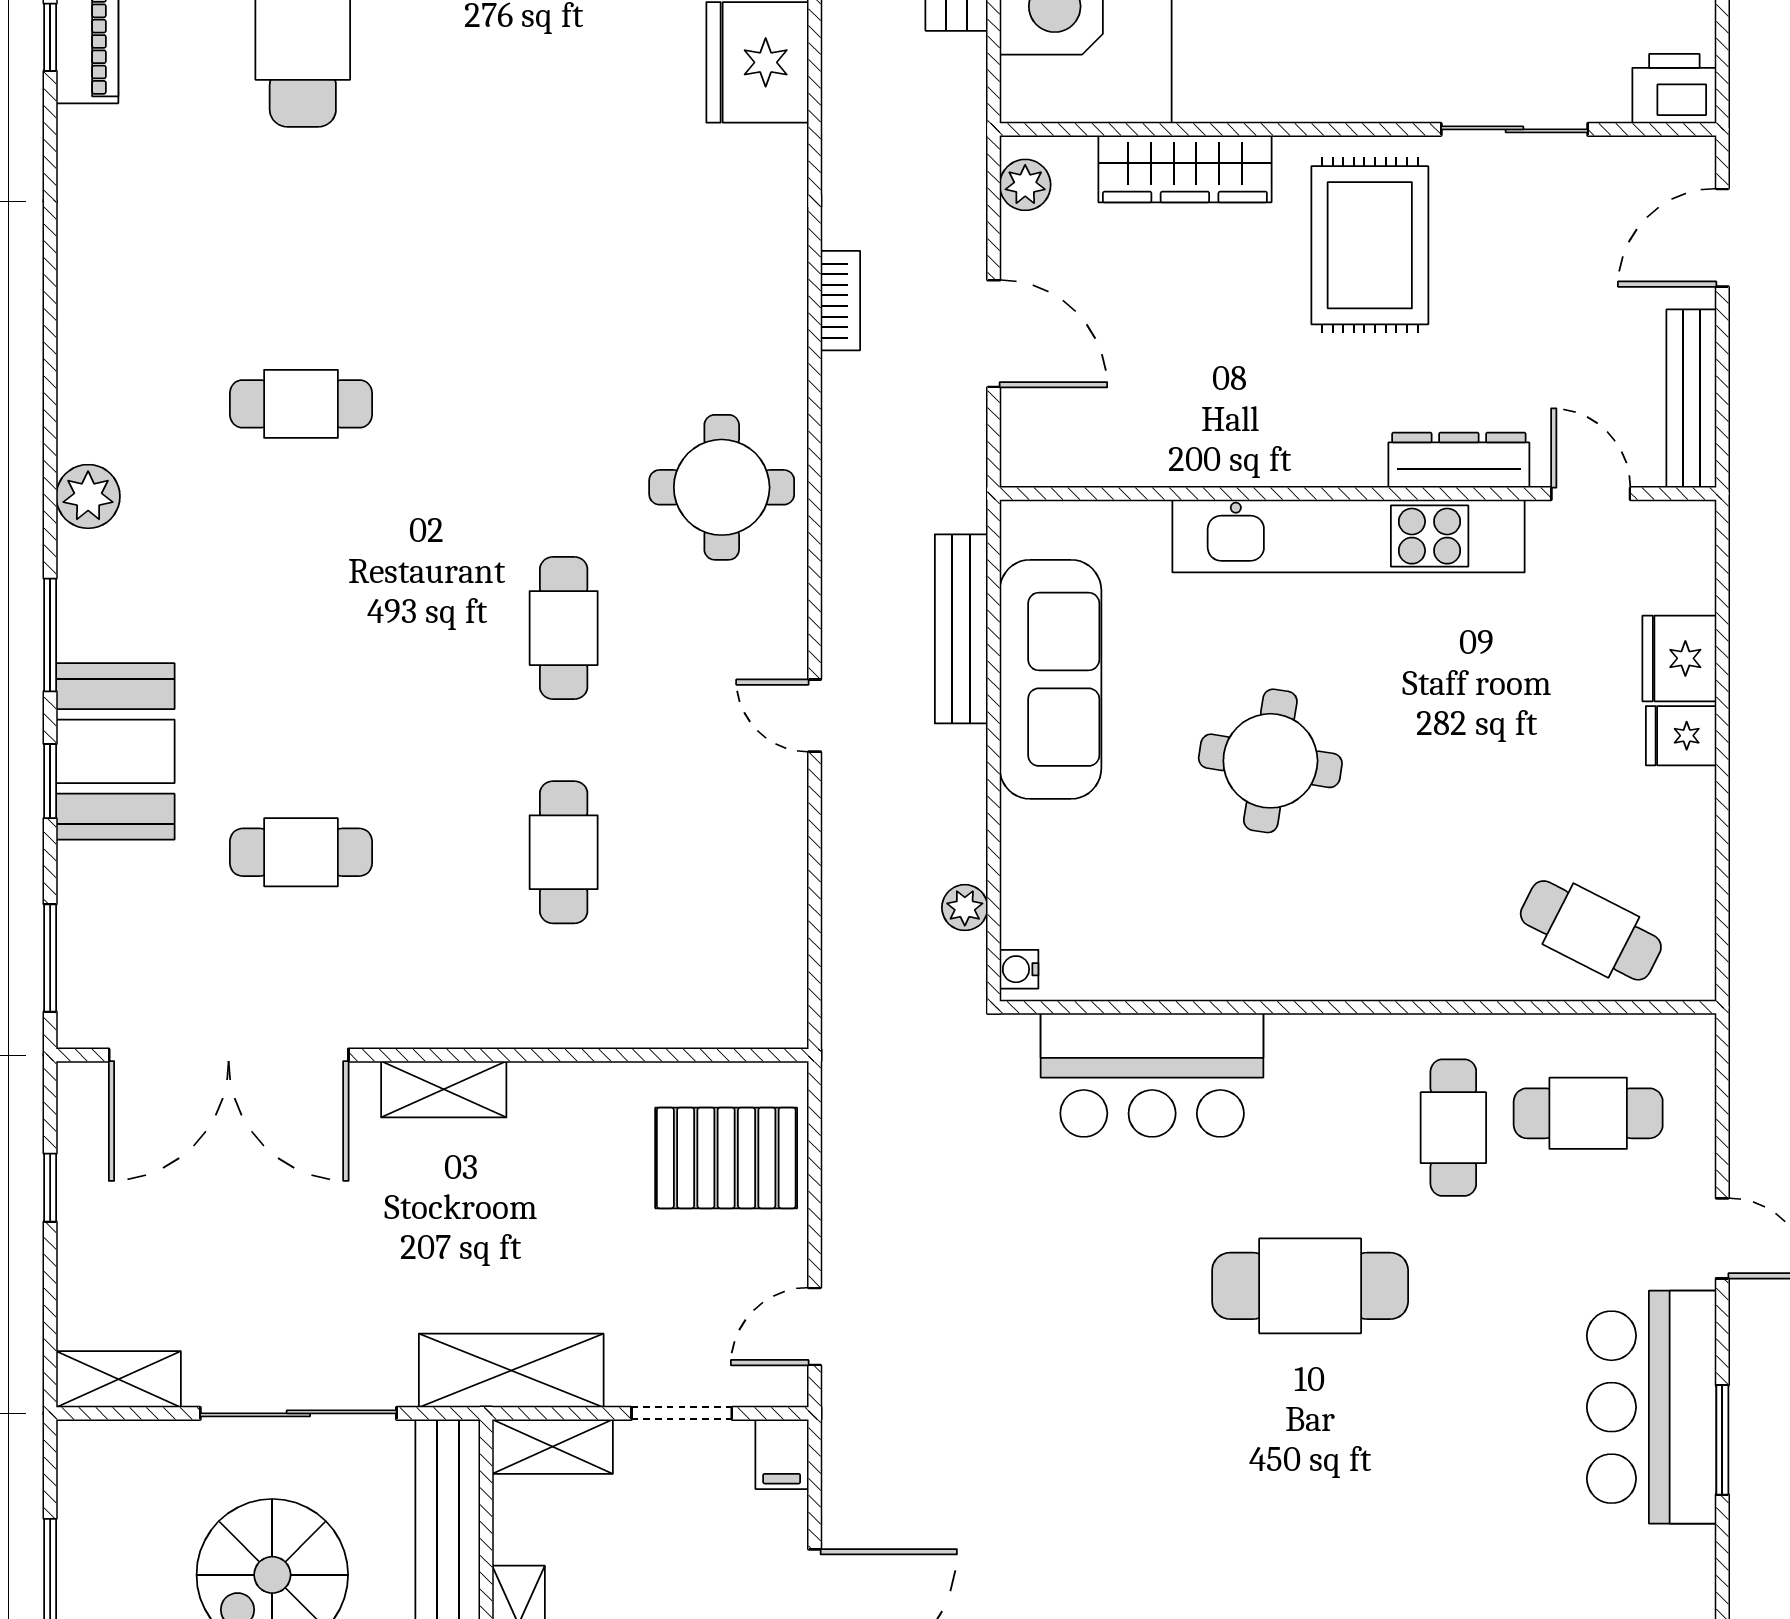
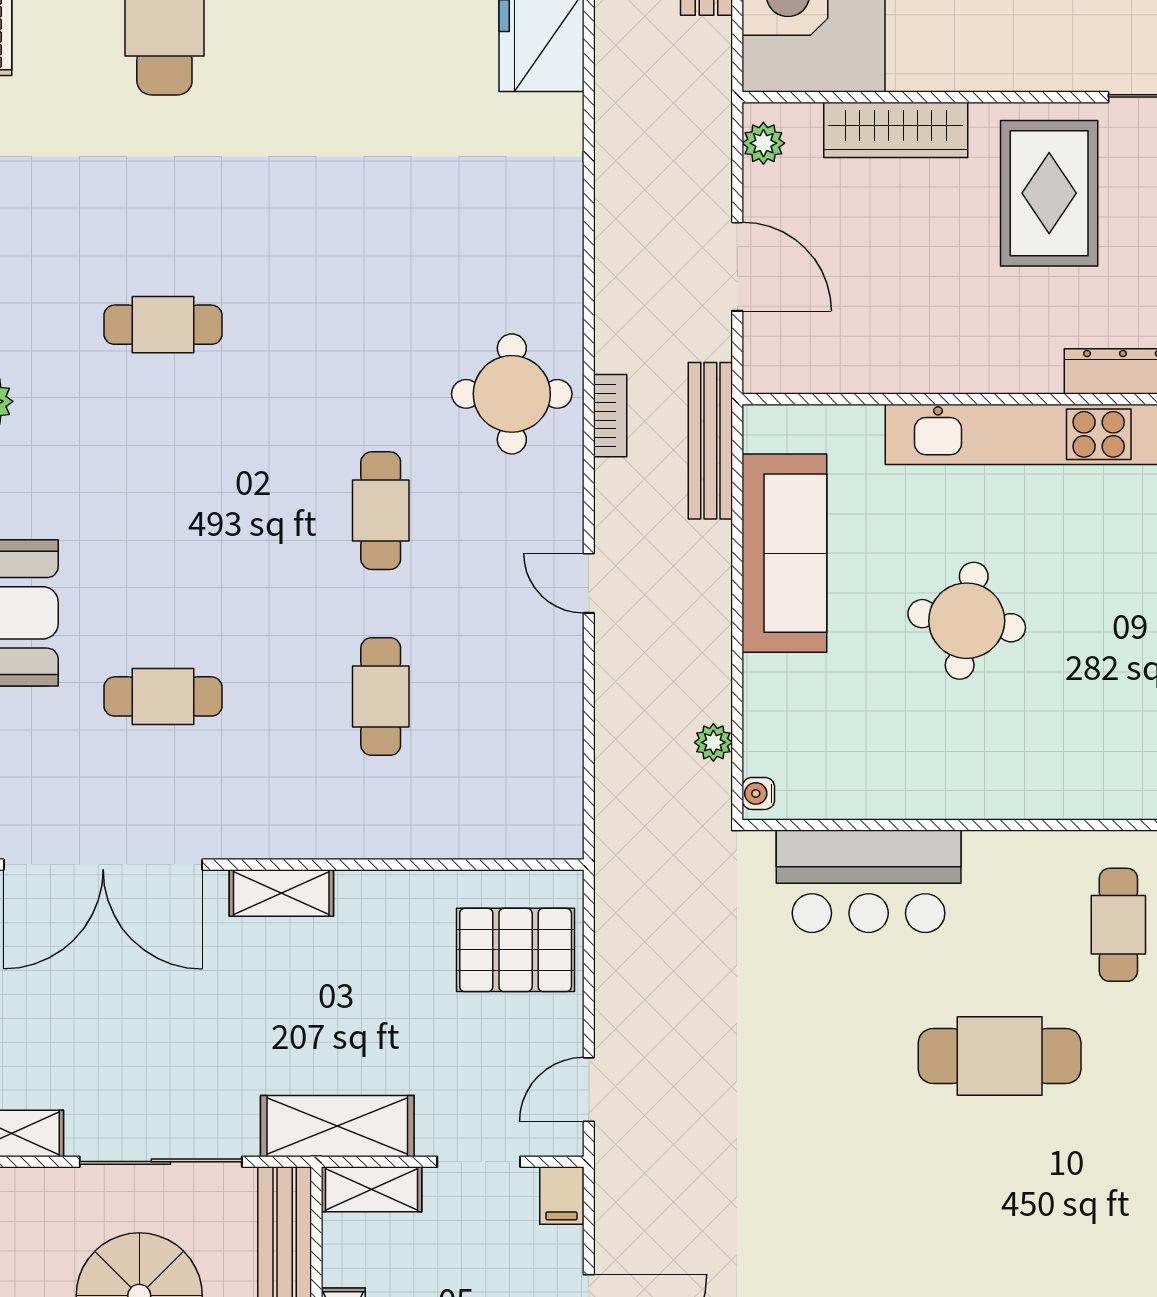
bookcase: (840, 301) -> (610, 416), moved
bench: (961, 629) -> (710, 441), moved

